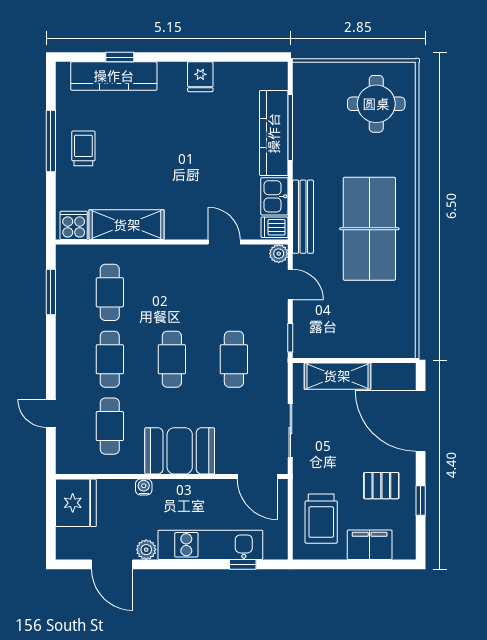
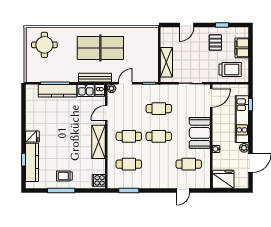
fridge: (200, 77) -> (32, 137), moved
shelving: (127, 225) -> (98, 142), moved
cafe table: (110, 359) -> (129, 136), moved
door: (421, 421) -> (187, 25), width x0.53

